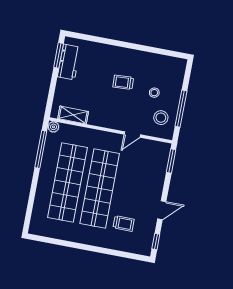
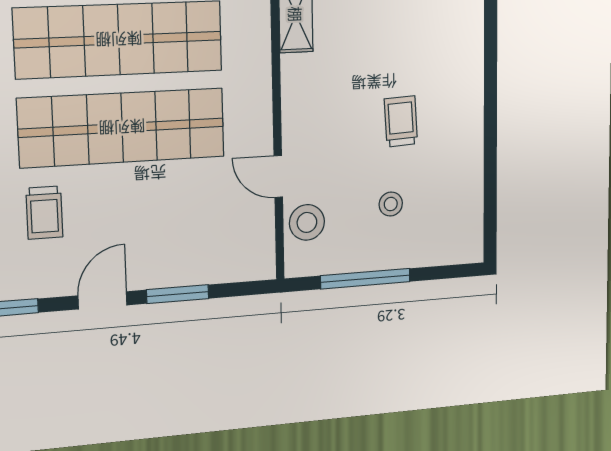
stool: (161, 118) -> (307, 222), moved
window: (171, 161) -> (178, 294), moved
door: (162, 210) -> (103, 300), swing flipped

